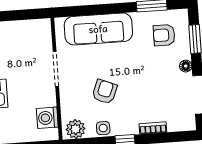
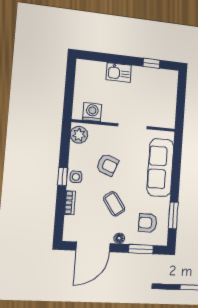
armchair: (164, 35) -> (148, 223), turned -90
coffee table: (148, 78) -> (114, 204), added
side table: (103, 128) -> (76, 177), moved

